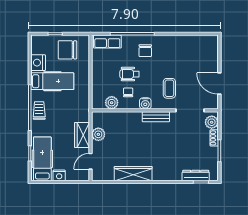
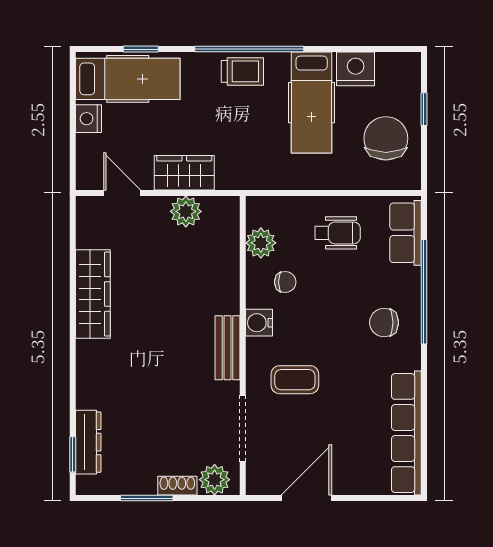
row of seats: (192, 41) -> (406, 433), added
wheelchair: (129, 74) -> (338, 233), moved, turned 90

